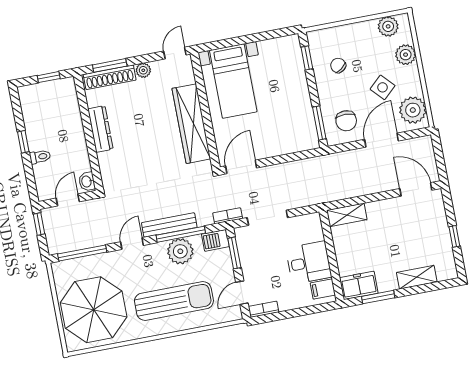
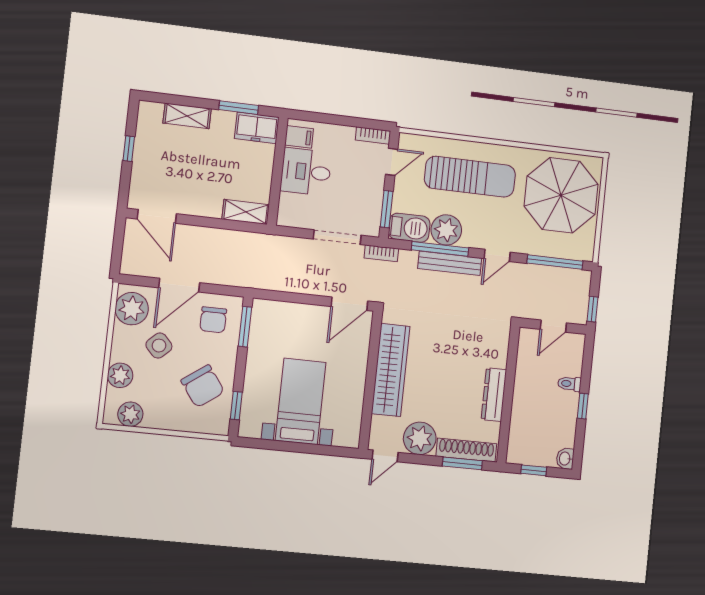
chair: (338, 65) -> (203, 386), width x1.87, depth x1.87
plant: (143, 70) -> (420, 438), width x1.87, depth x1.87
bed with nightstands: (233, 81) -> (301, 401), moved
chair: (346, 121) -> (213, 320), turned 180
washbasin: (87, 181) -> (565, 459), moved, turned 180
barbecue: (215, 240) -> (409, 228), width x1.38, depth x1.27
sun lounger: (174, 301) -> (470, 177), turned 180

